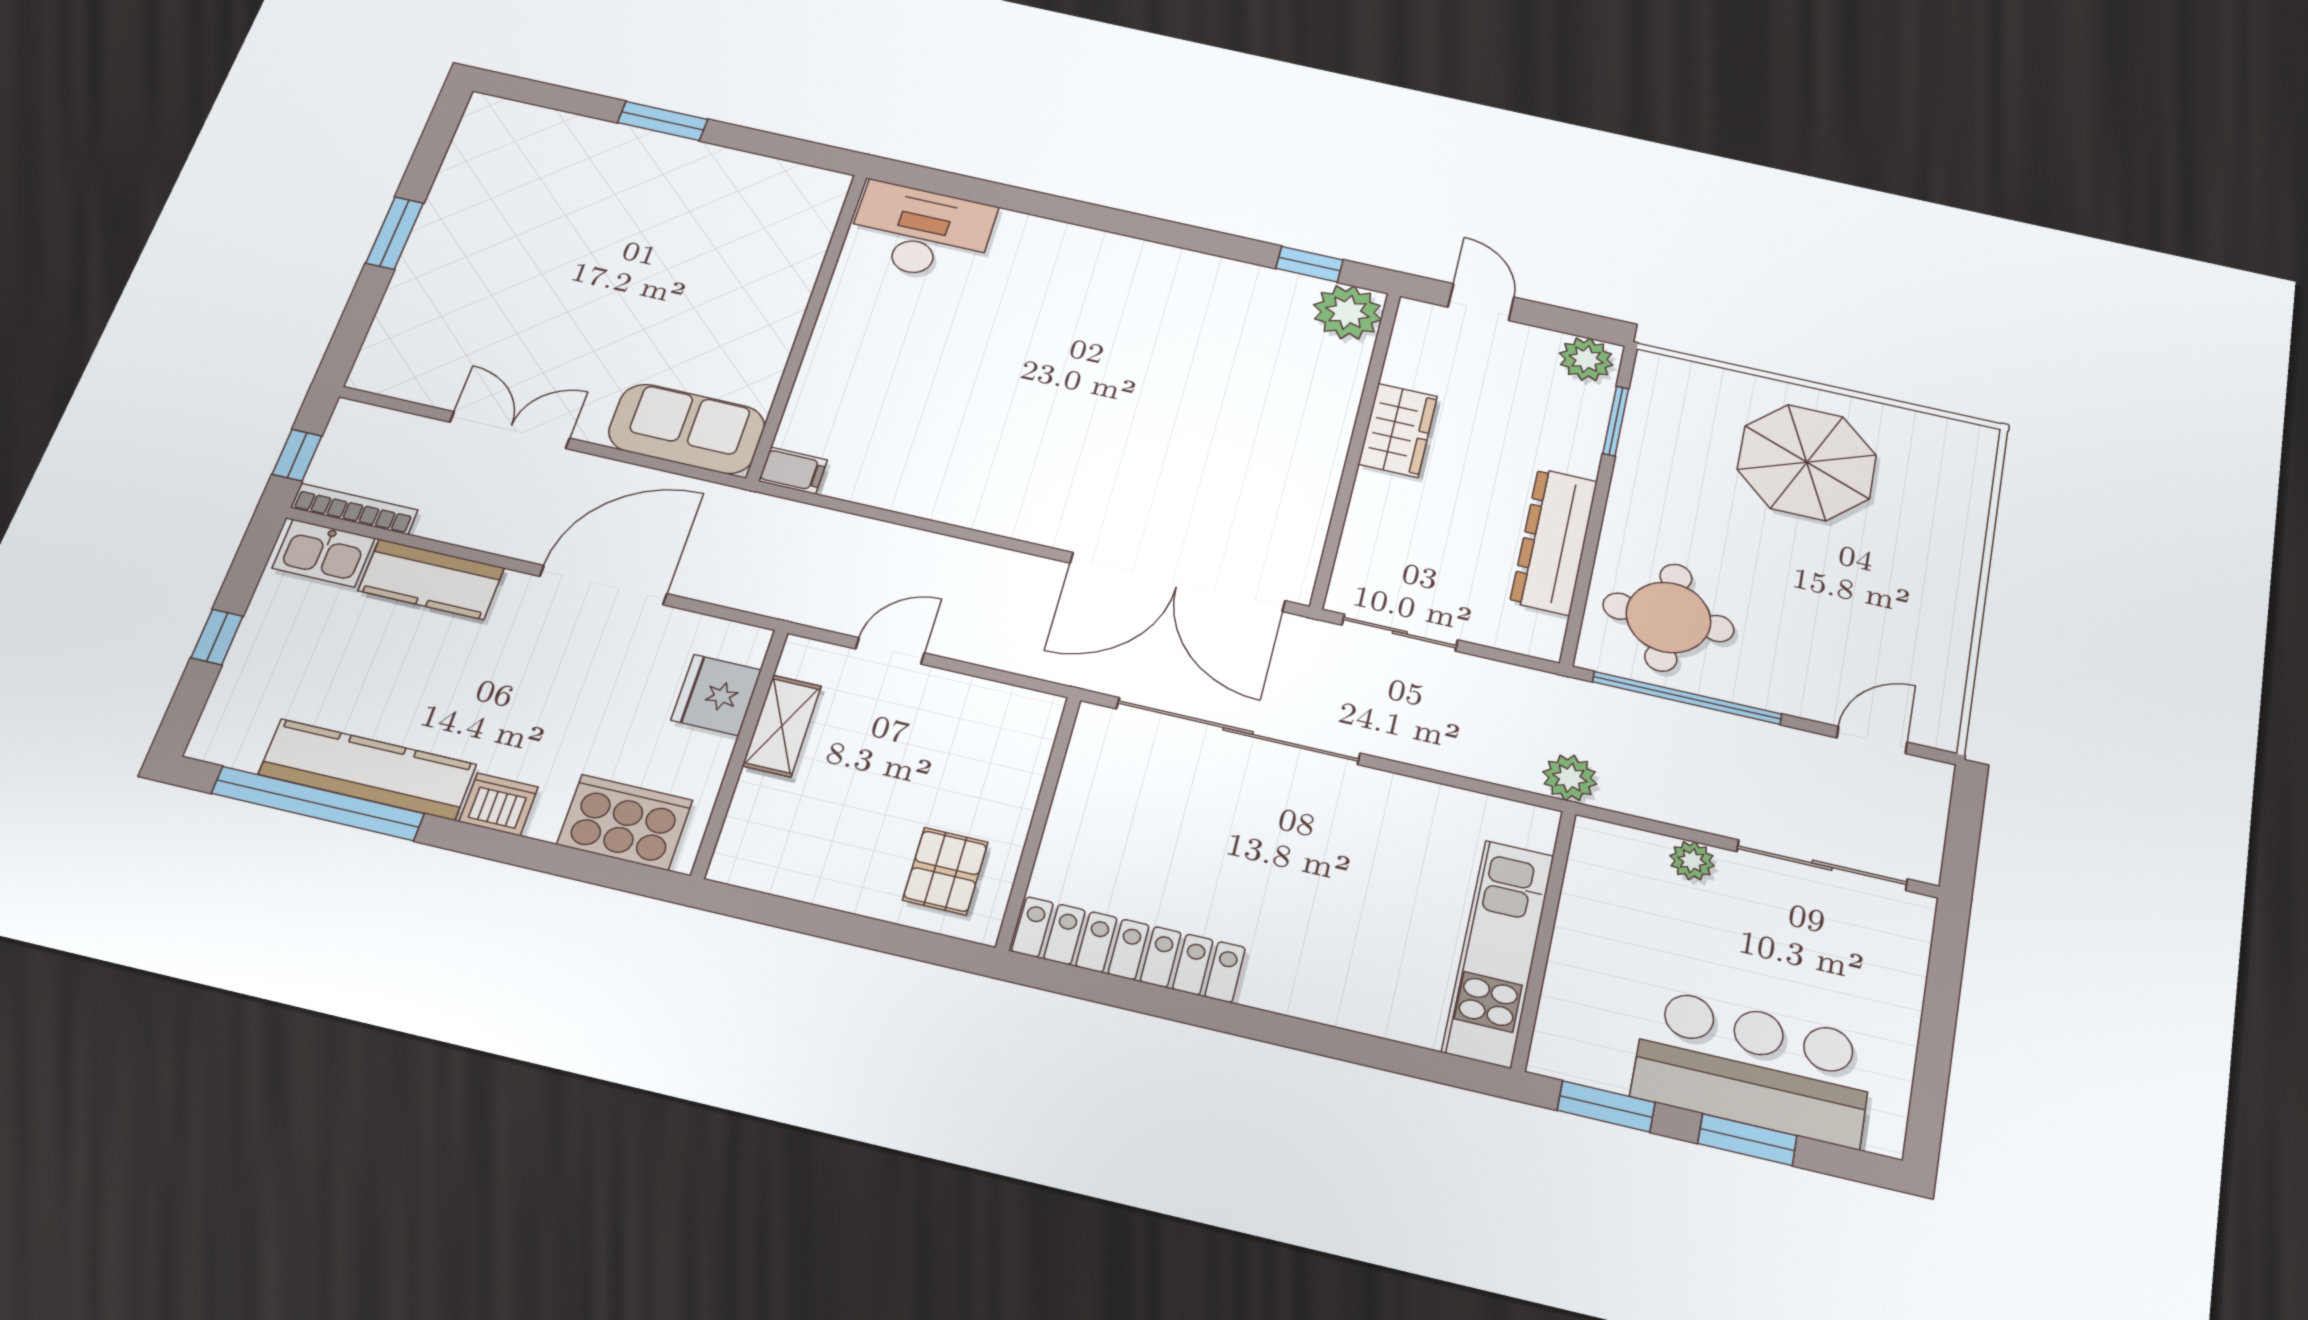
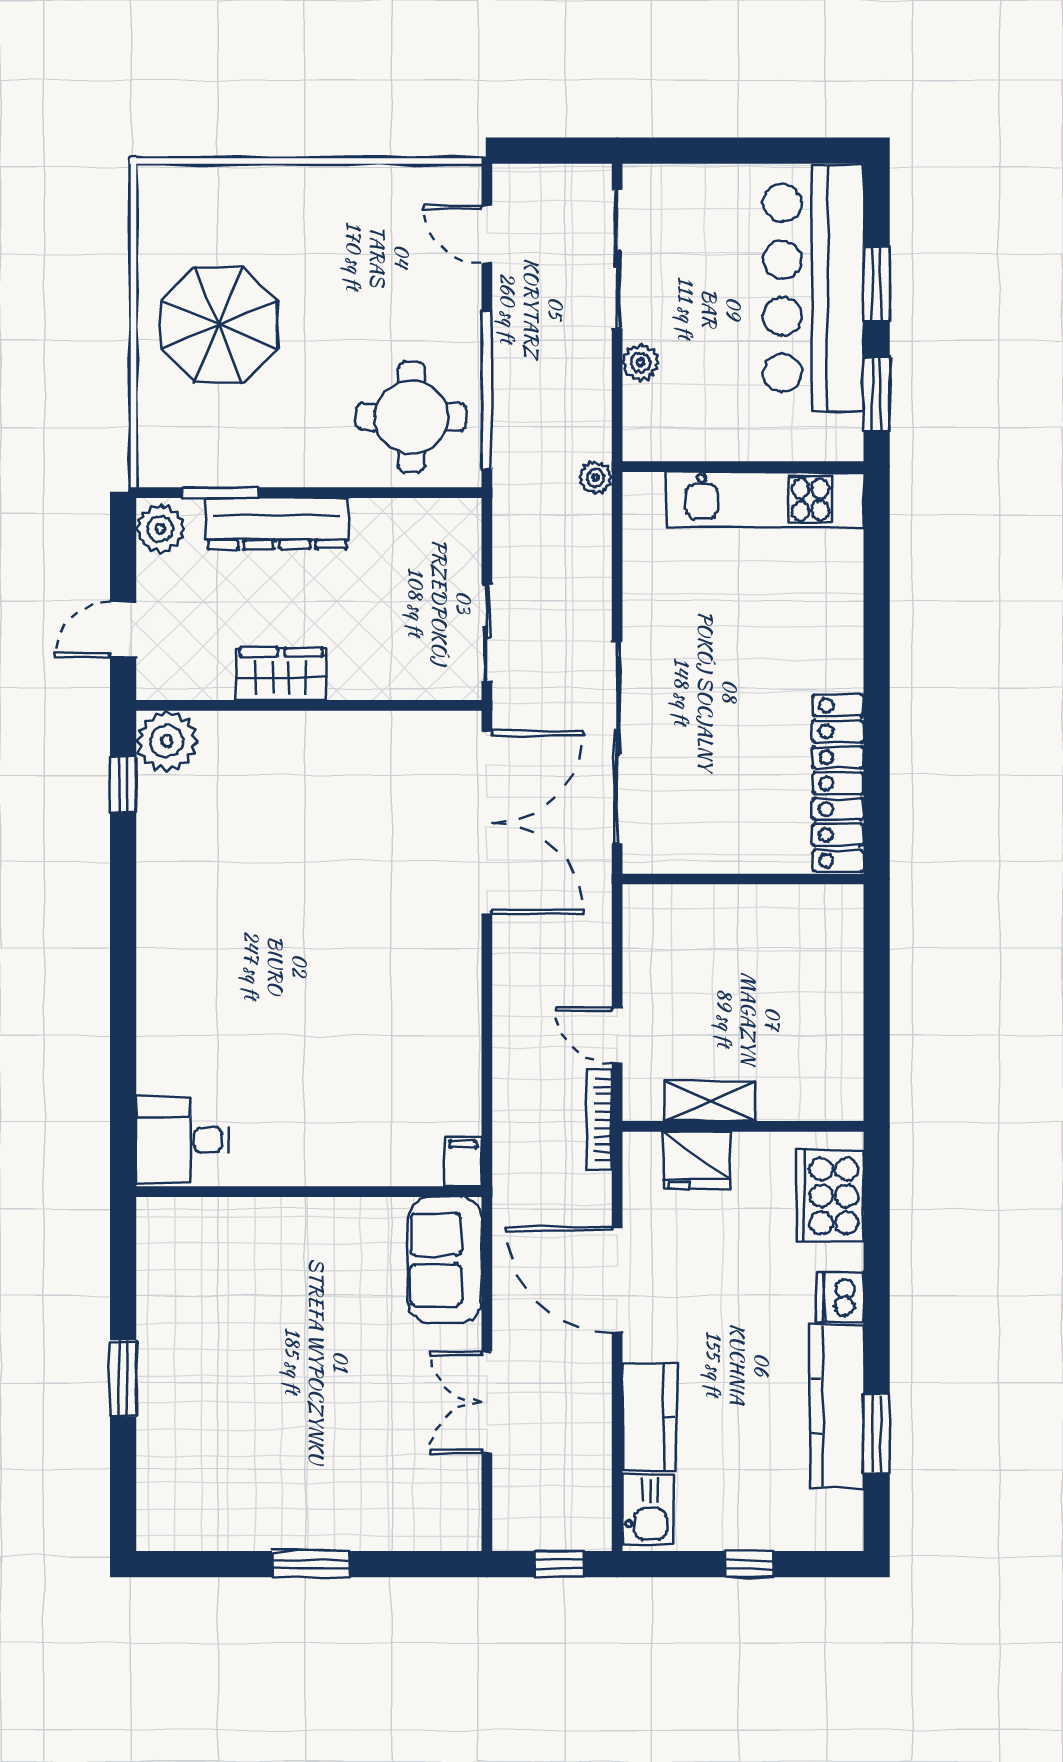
desk: (921, 232) -> (183, 1140), width x0.73
bookcase: (354, 509) -> (599, 1120), moved
dresser: (1554, 541) -> (277, 523), moved
plant: (1570, 778) -> (596, 478), width x0.73, depth x0.73
window: (318, 803) -> (877, 1434), width x0.47
pallet: (945, 871) -> (807, 940), removed
bar counter: (1753, 1067) -> (813, 288), width x1.36

